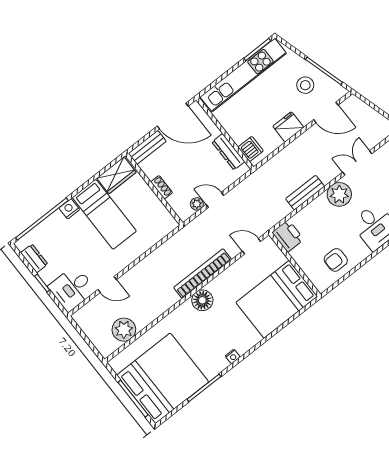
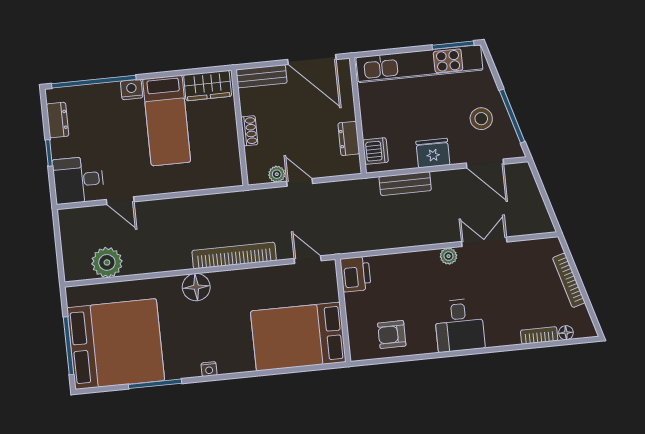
dresser: (228, 152) -> (349, 138), width x0.70
bench: (305, 193) -> (405, 184), moved
plant: (339, 194) -> (448, 256), width x0.53, depth x0.53
floor lamp: (202, 300) -> (196, 287), moved

